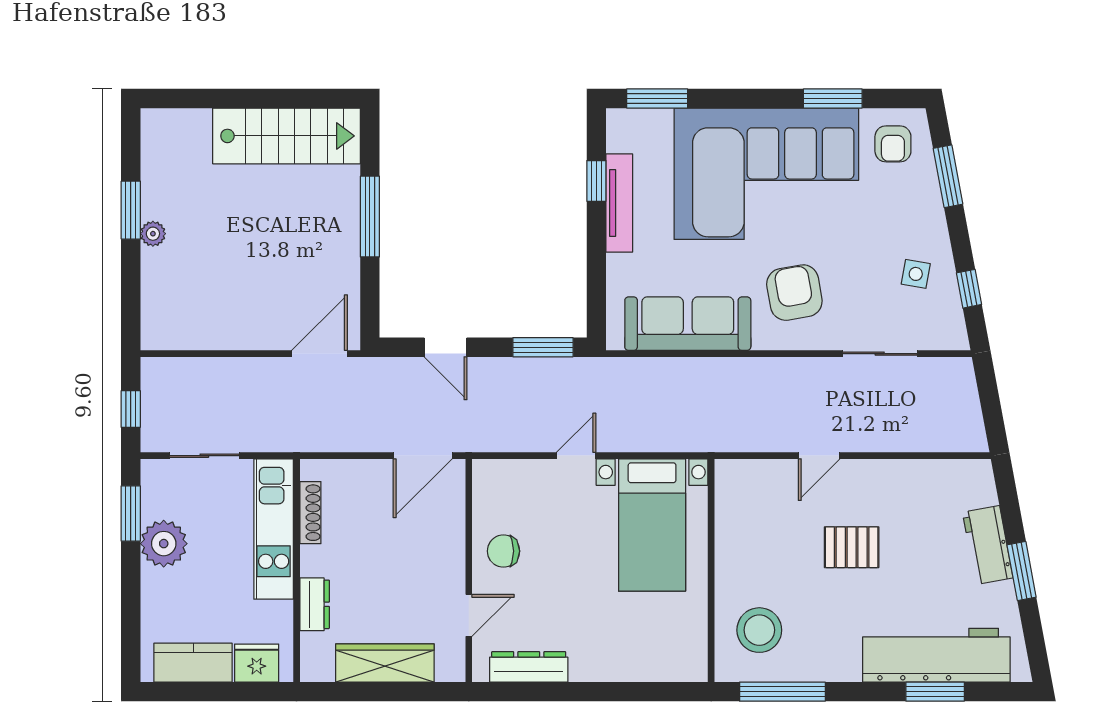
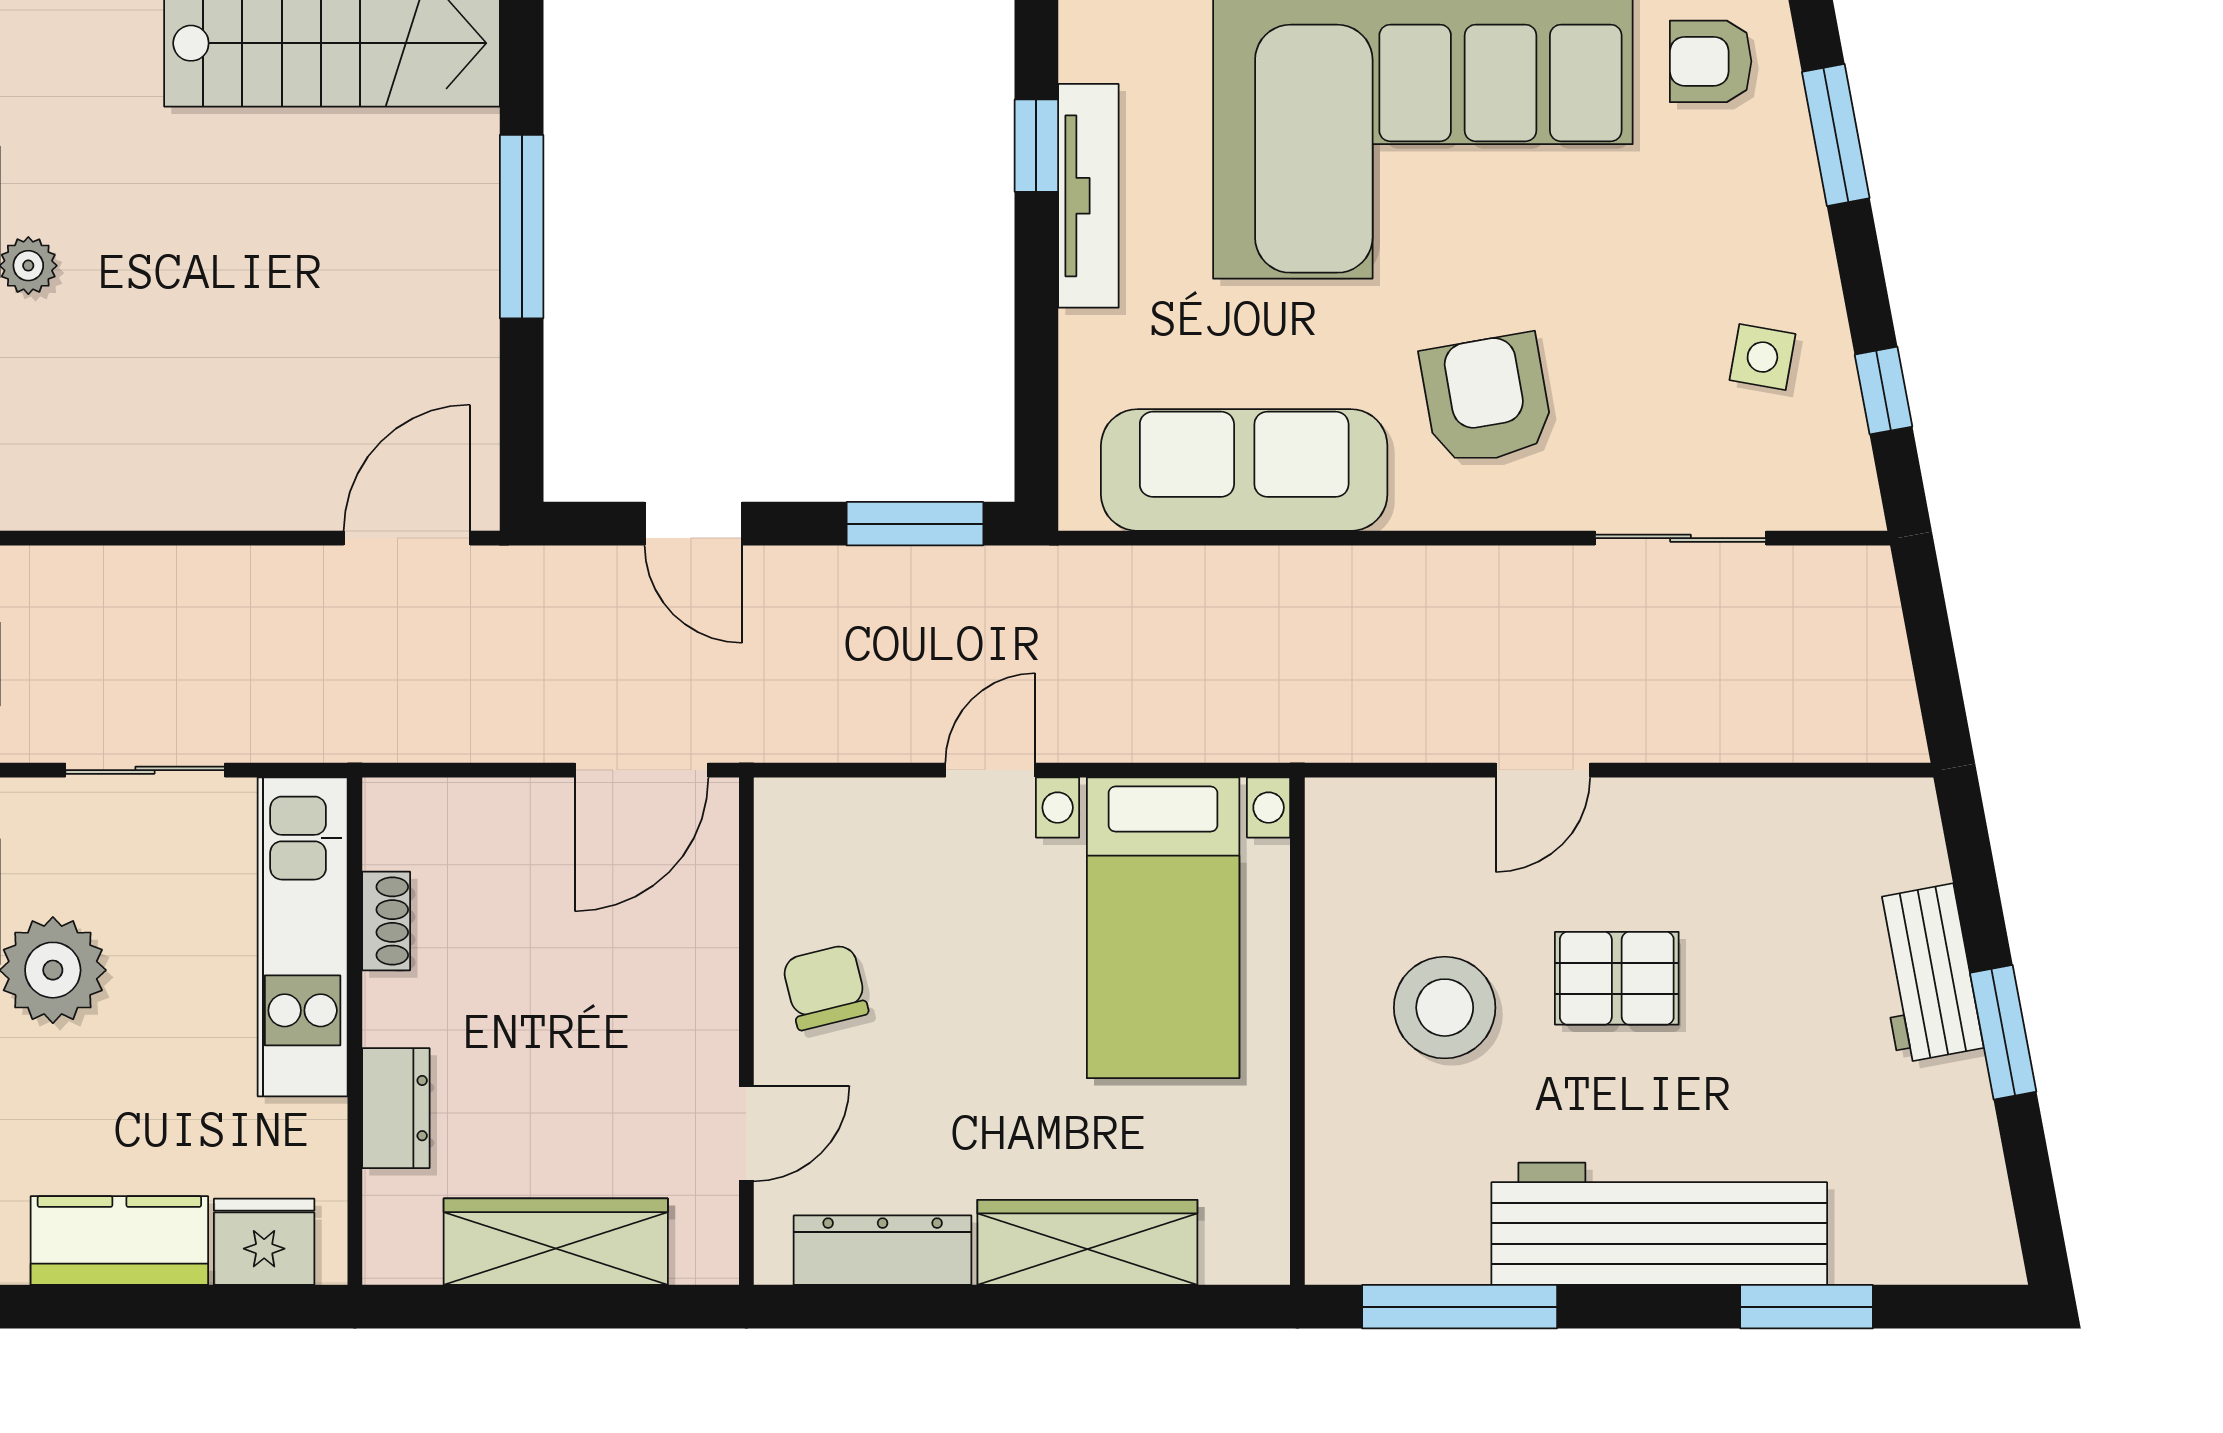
armchair: (893, 144) -> (1711, 61), turned 90
shoe rack: (310, 513) -> (386, 921), width x0.70
chair: (503, 551) -> (825, 987), turned 76
stool: (759, 630) -> (1445, 1008), moved
workbench: (936, 655) -> (1659, 1224), moved
wardrobe: (619, 663) -> (1087, 1242), added

